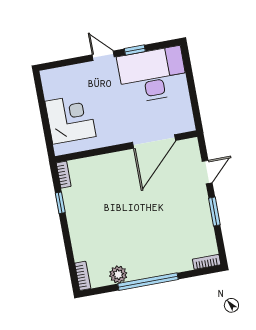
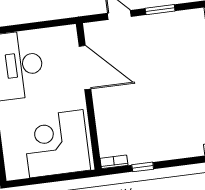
corner desk: (70, 119) -> (56, 144), width x1.36, depth x1.36

